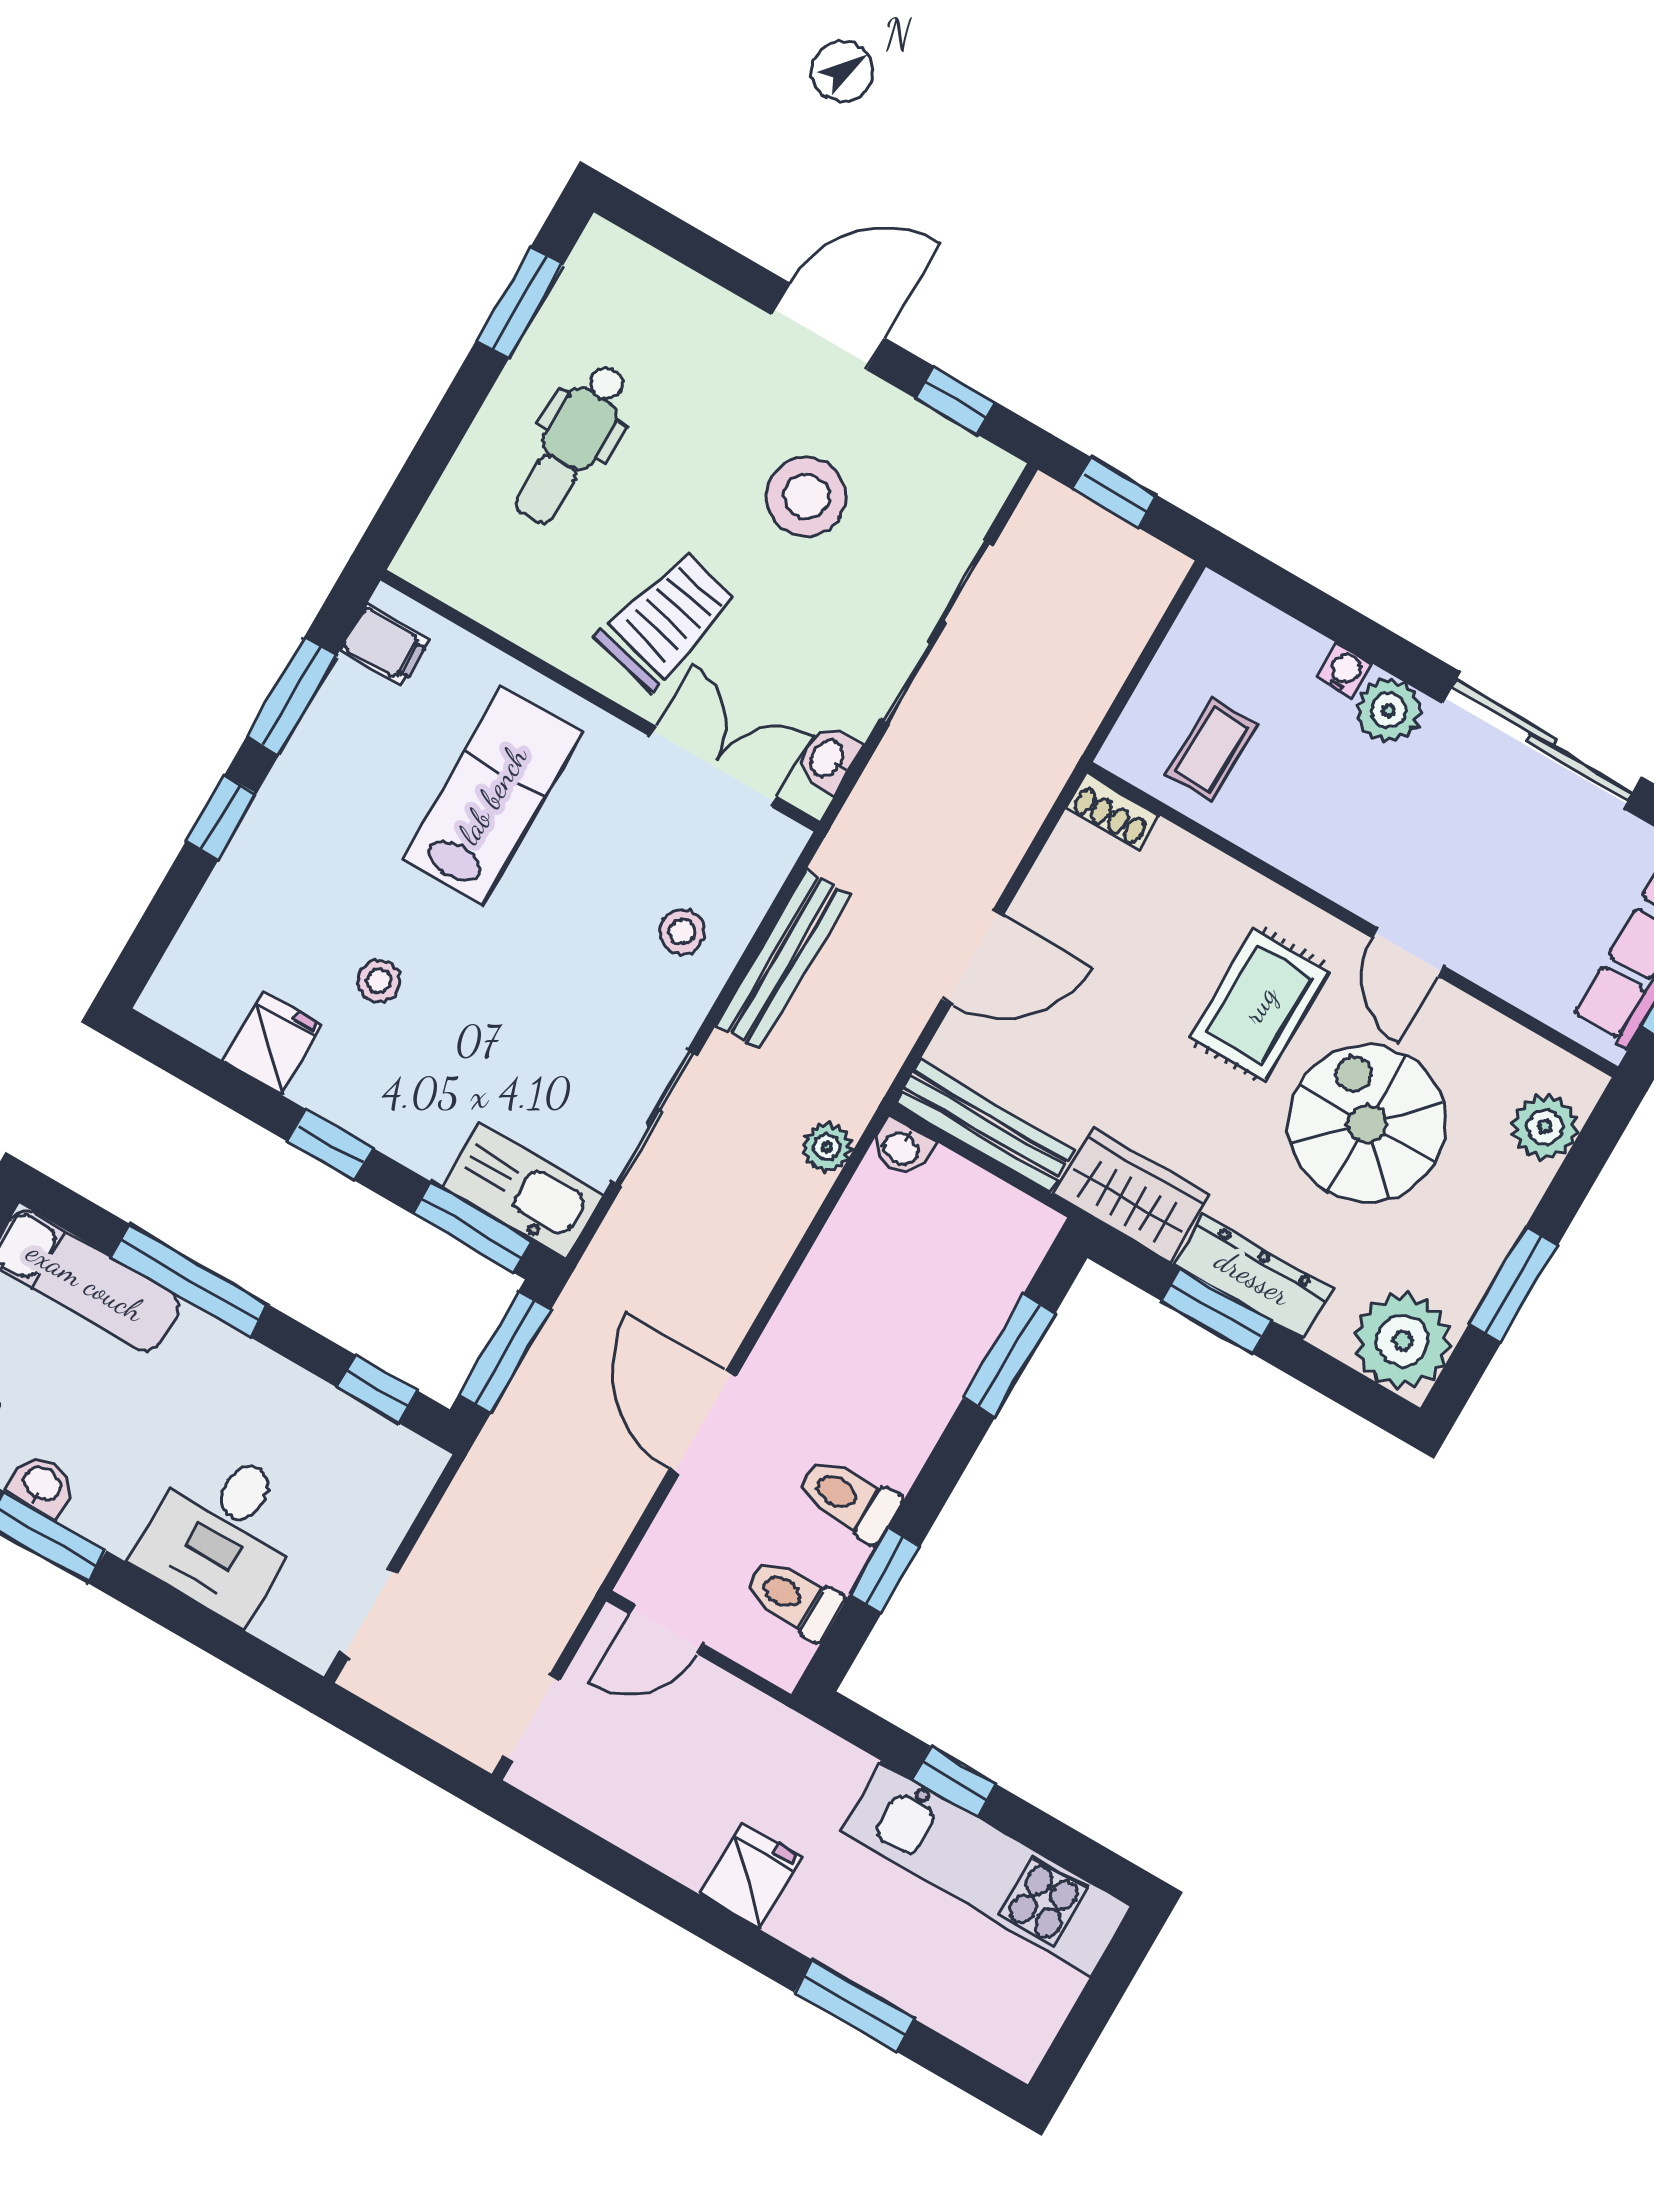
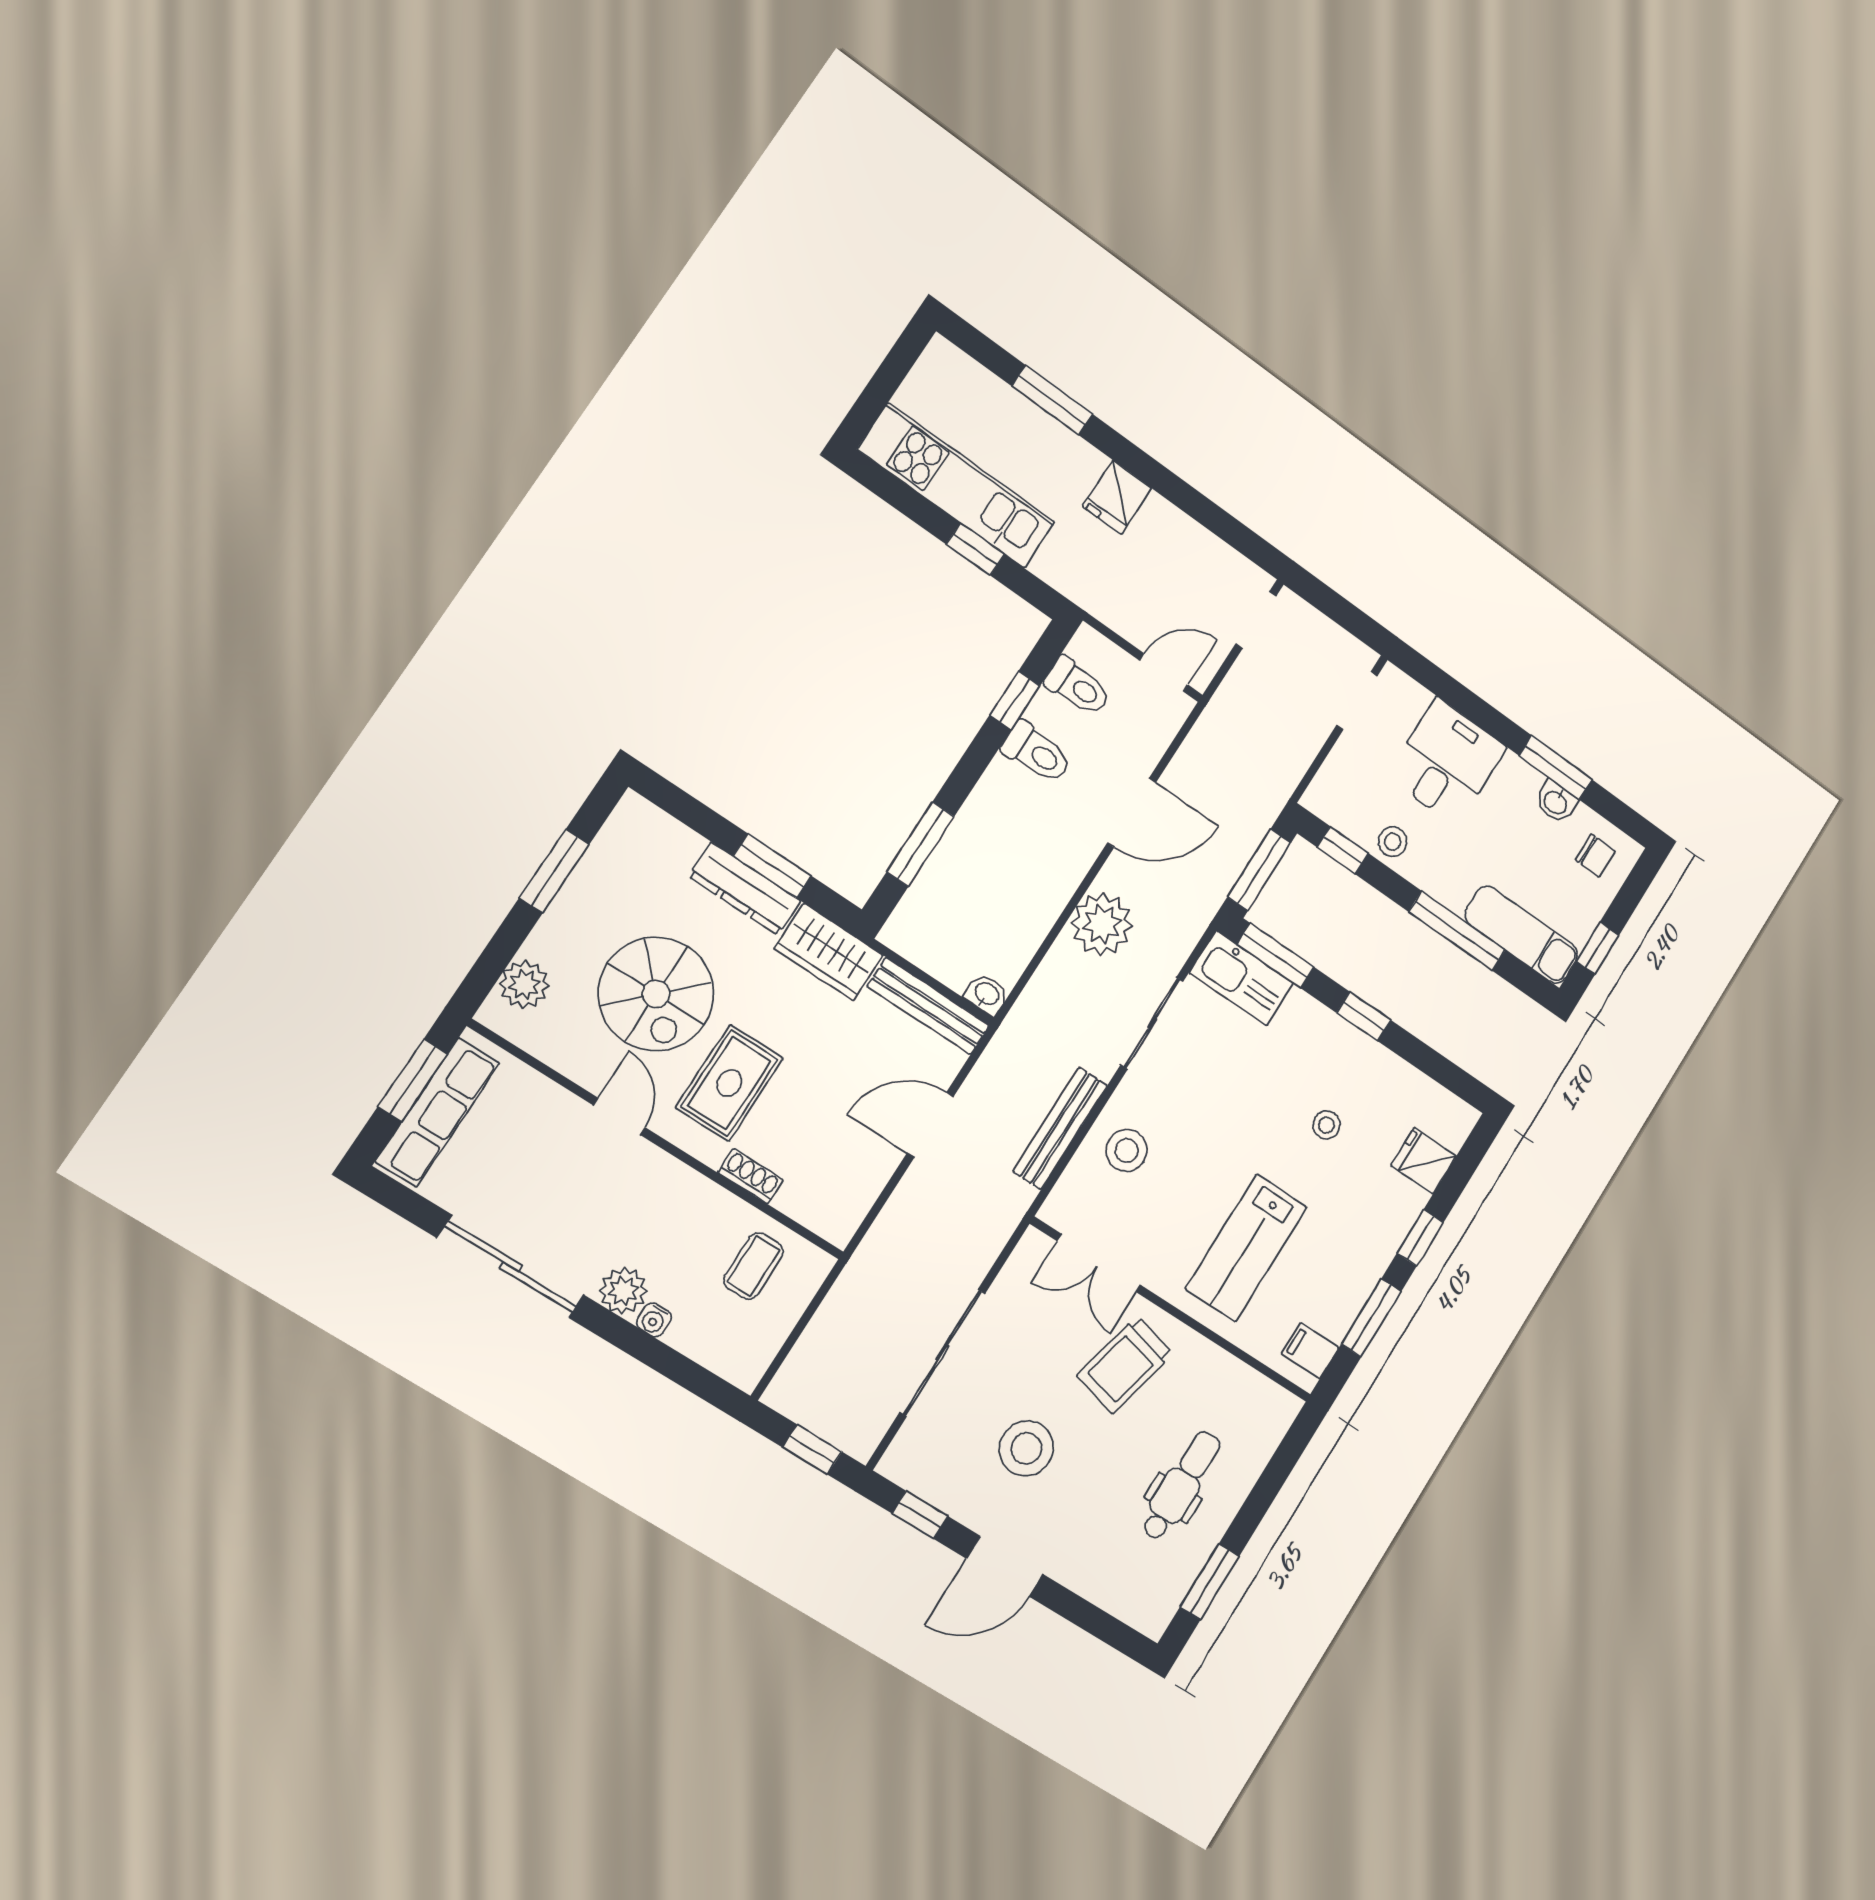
washbasin: (828, 759) -> (1022, 1266), removed
shoe rack: (1112, 811) -> (751, 1176), moved
stool: (682, 932) -> (1127, 1150), width x1.37, depth x1.37
fridge: (272, 1043) -> (1424, 1161), moved, turned 90
plant: (827, 1147) -> (1102, 924), moved, width x1.88, depth x1.88
plant: (1402, 1341) -> (639, 836), removed
stool: (300, 1407) -> (1392, 842), added
door: (703, 1422) -> (1132, 813), hinge flipped

